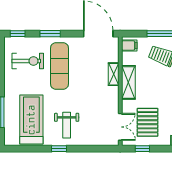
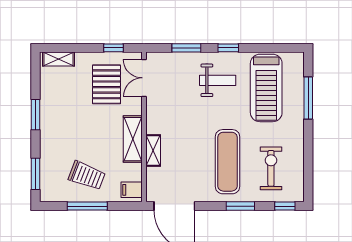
exercise bike: (28, 61) -> (271, 168), turned 90
weight bench: (67, 125) -> (218, 80), turned 90
window: (89, 149) -> (186, 48), added

